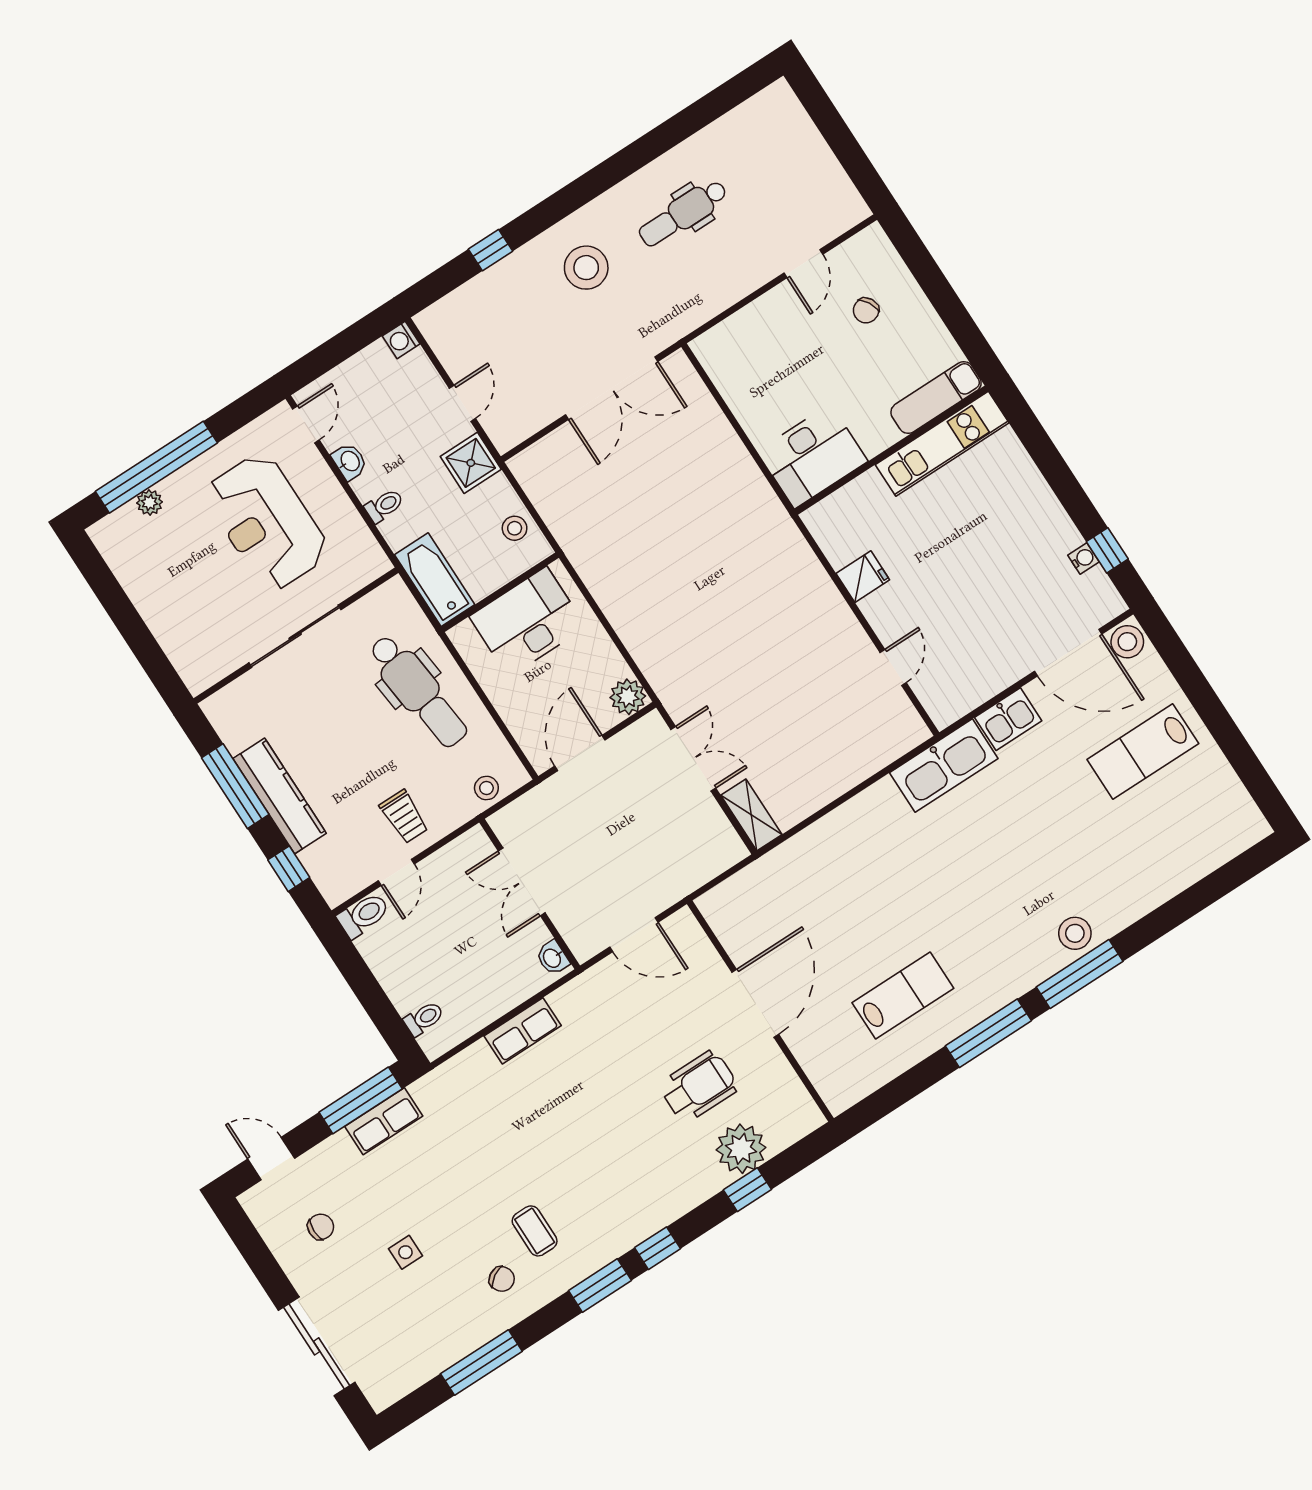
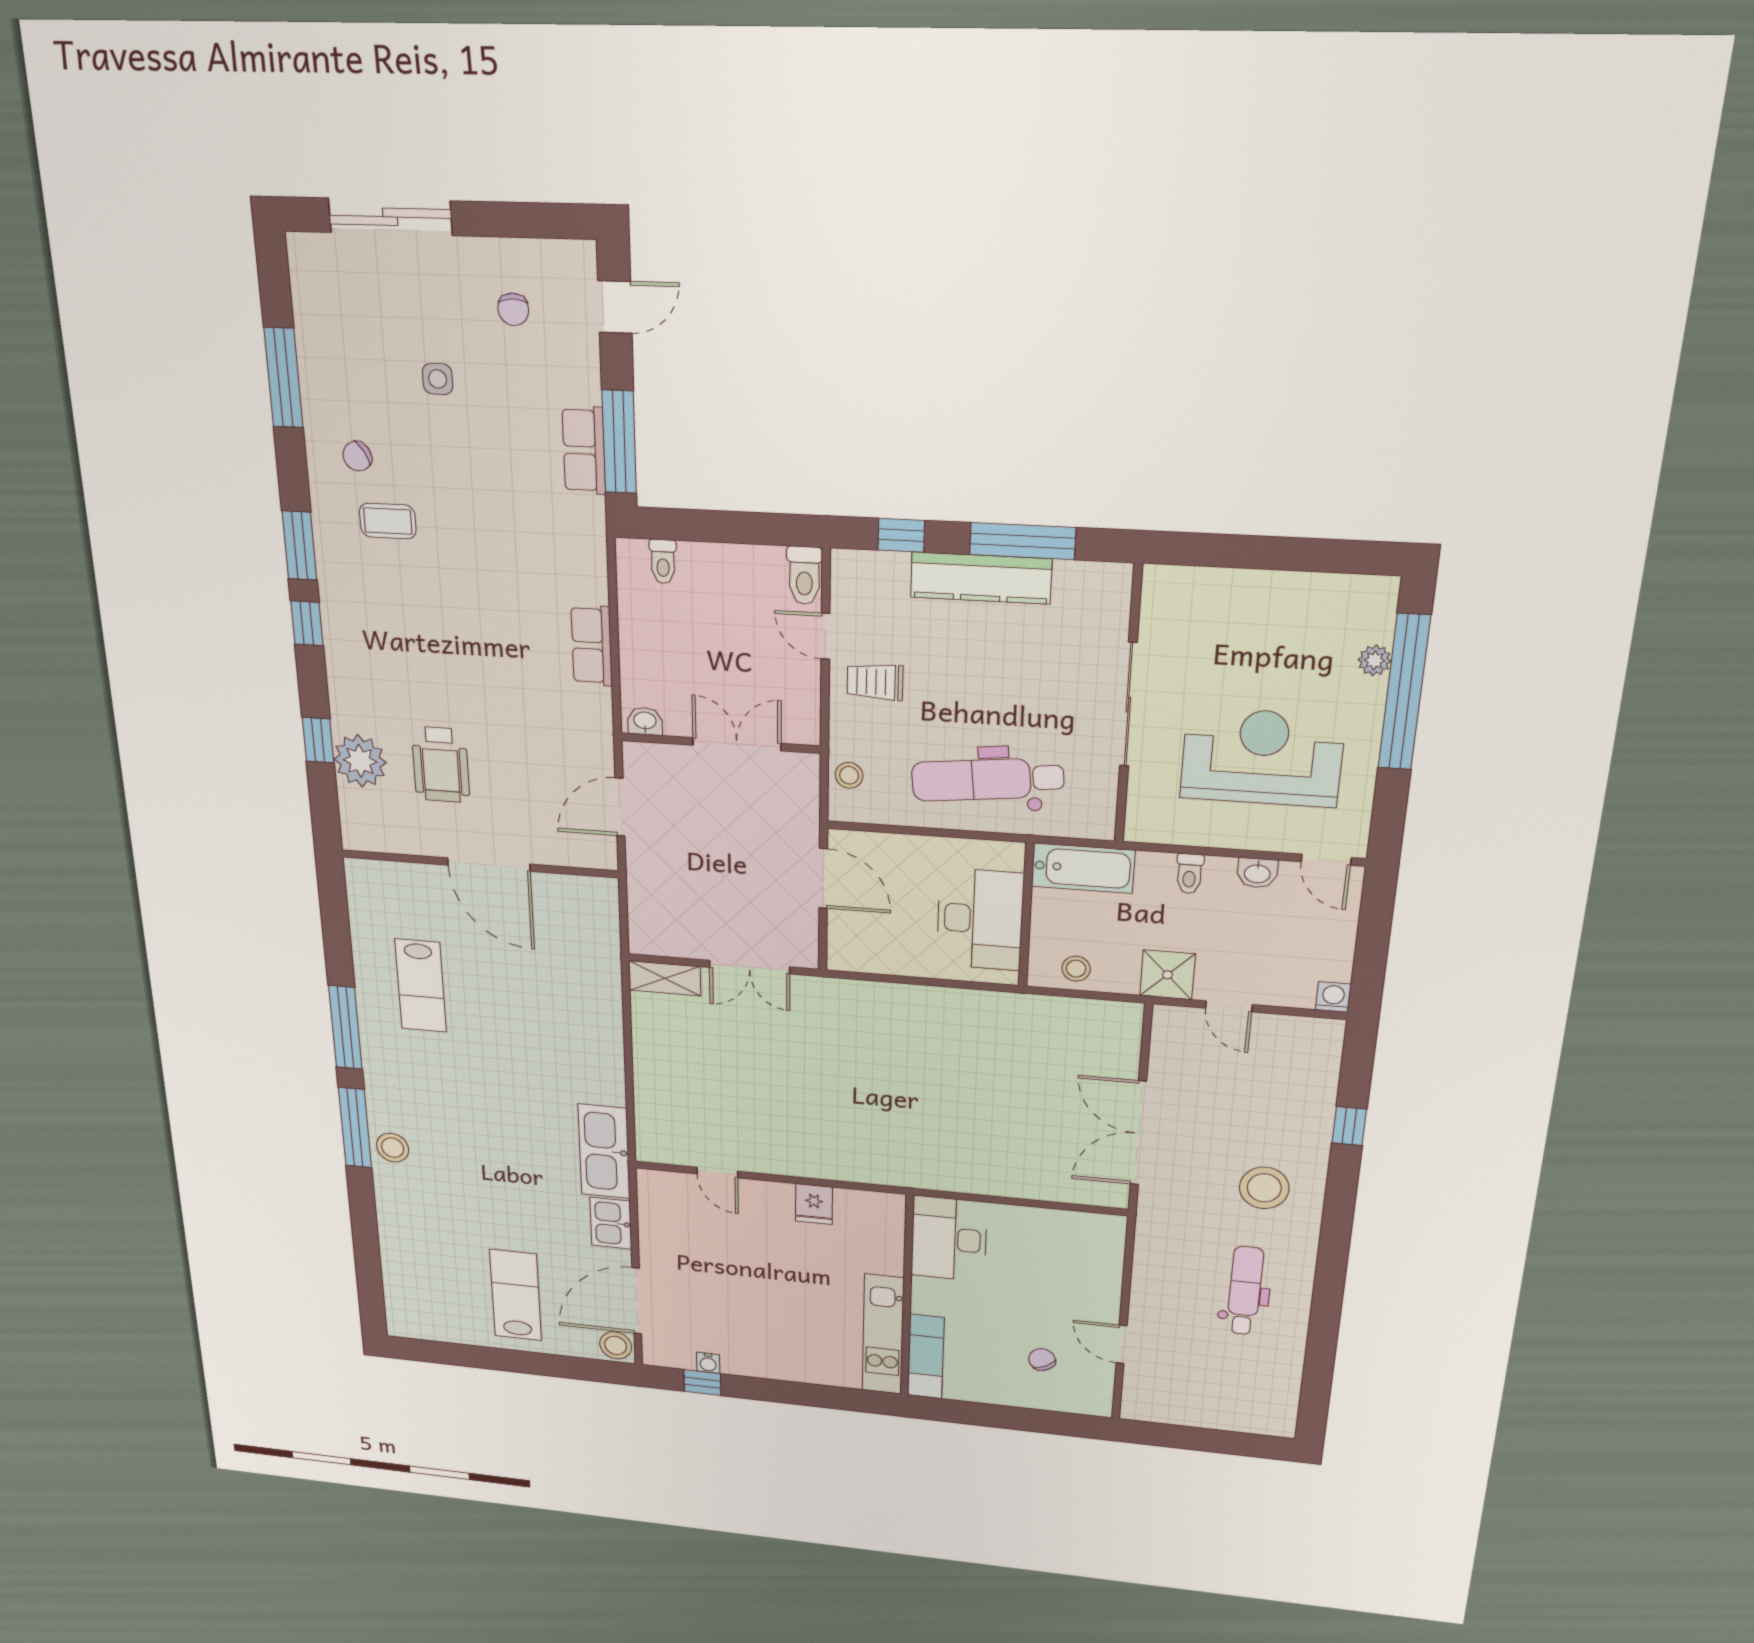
plant: (628, 697) -> (846, 954), removed

